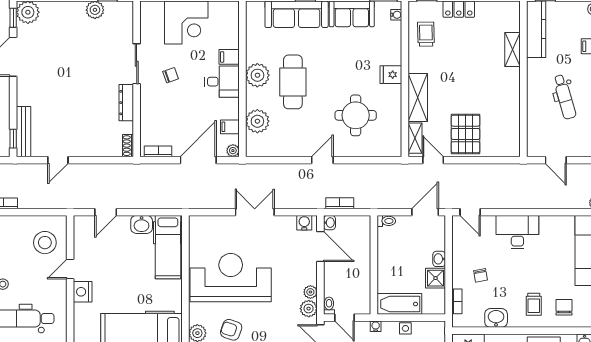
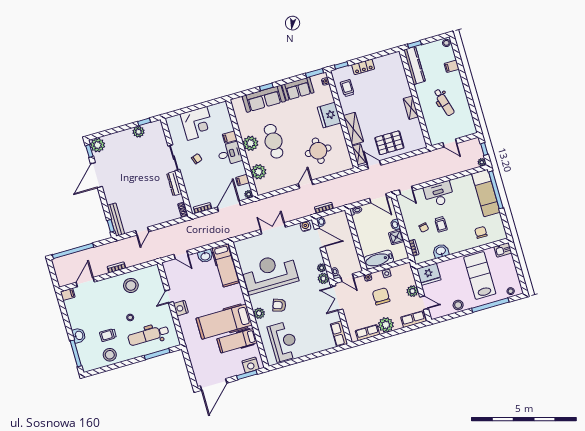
shelving: (513, 49) -> (411, 108), moved
fridge: (391, 75) -> (329, 115), width x1.88, depth x1.34
pallet: (466, 134) -> (389, 143), turned 90
door: (106, 212) -> (181, 255), hinge flipped
door: (425, 212) -> (378, 198), swing flipped
stool: (45, 243) -> (131, 285), moved
trolley: (534, 304) -> (441, 224), moved

